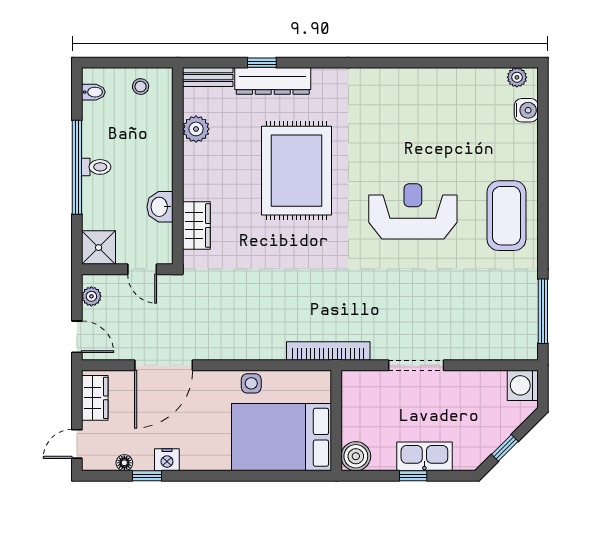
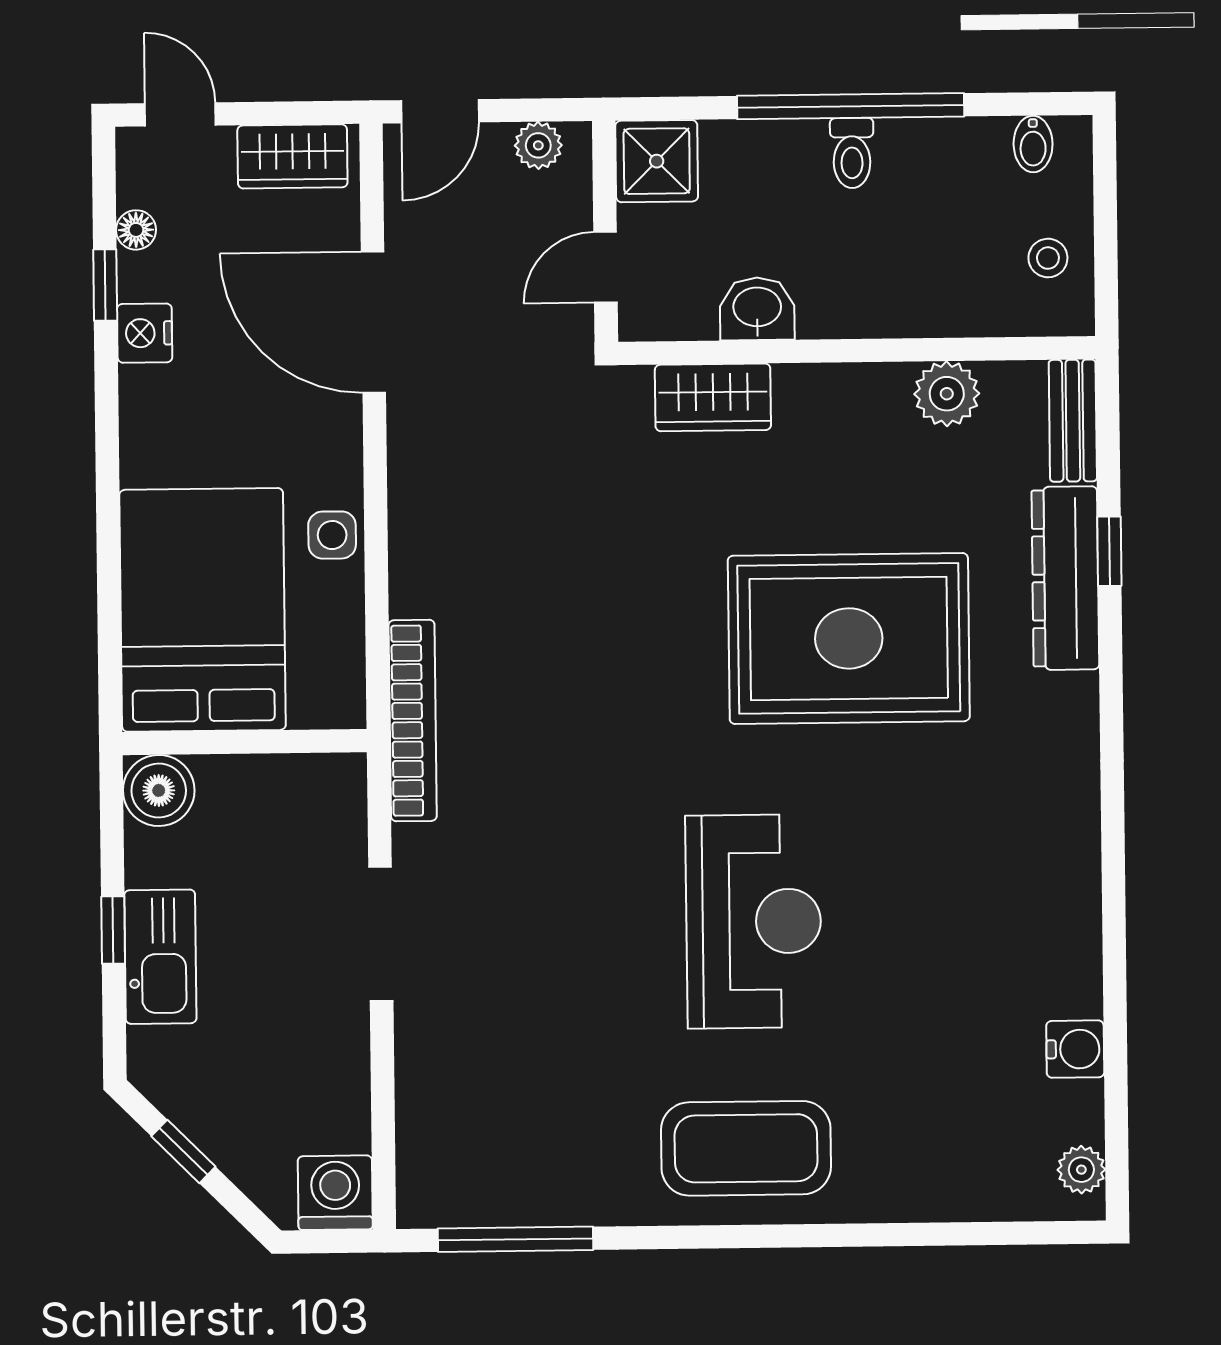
water cooler: (526, 110) -> (1075, 1049), moved, turned -90

